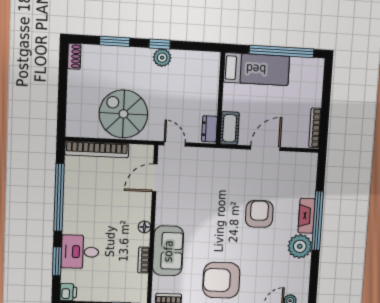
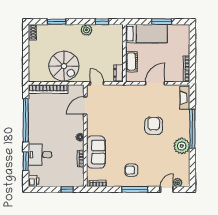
window: (160, 44) -> (102, 22), moved
window: (282, 51) -> (162, 22), width x0.47
spiral stairs: (123, 114) -> (64, 66), turned 180
cot: (230, 128) -> (131, 62), moved
fireplace: (307, 216) -> (185, 98), moved
armchair: (221, 280) -> (131, 170), width x0.53, depth x0.53

